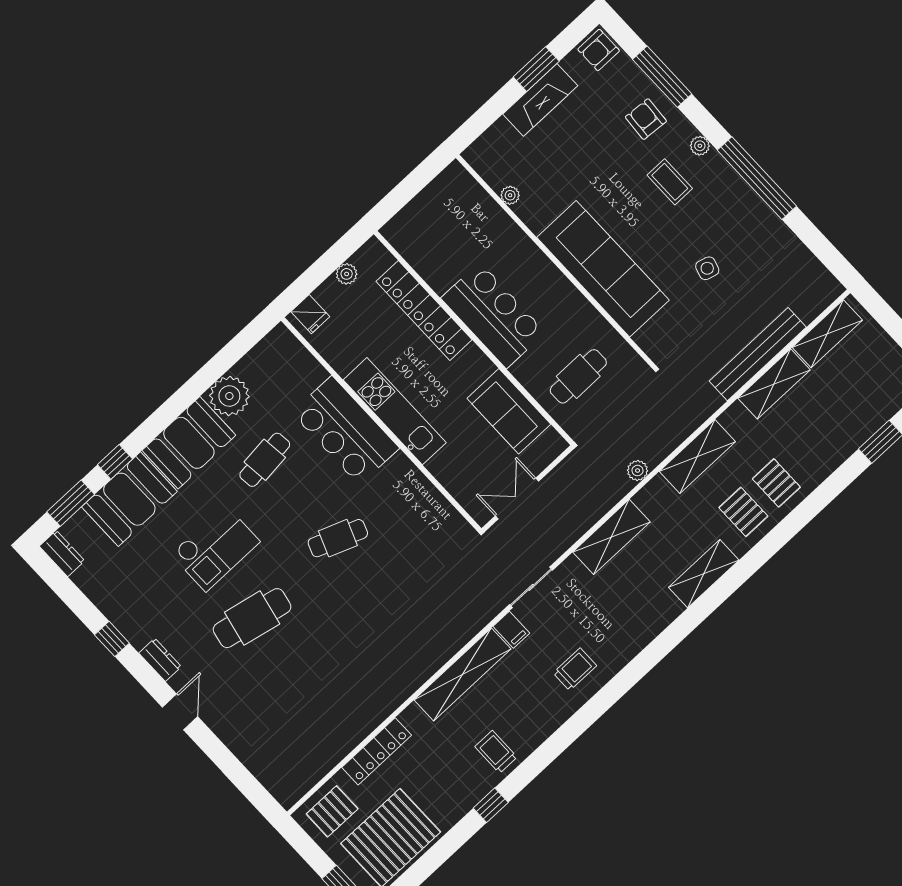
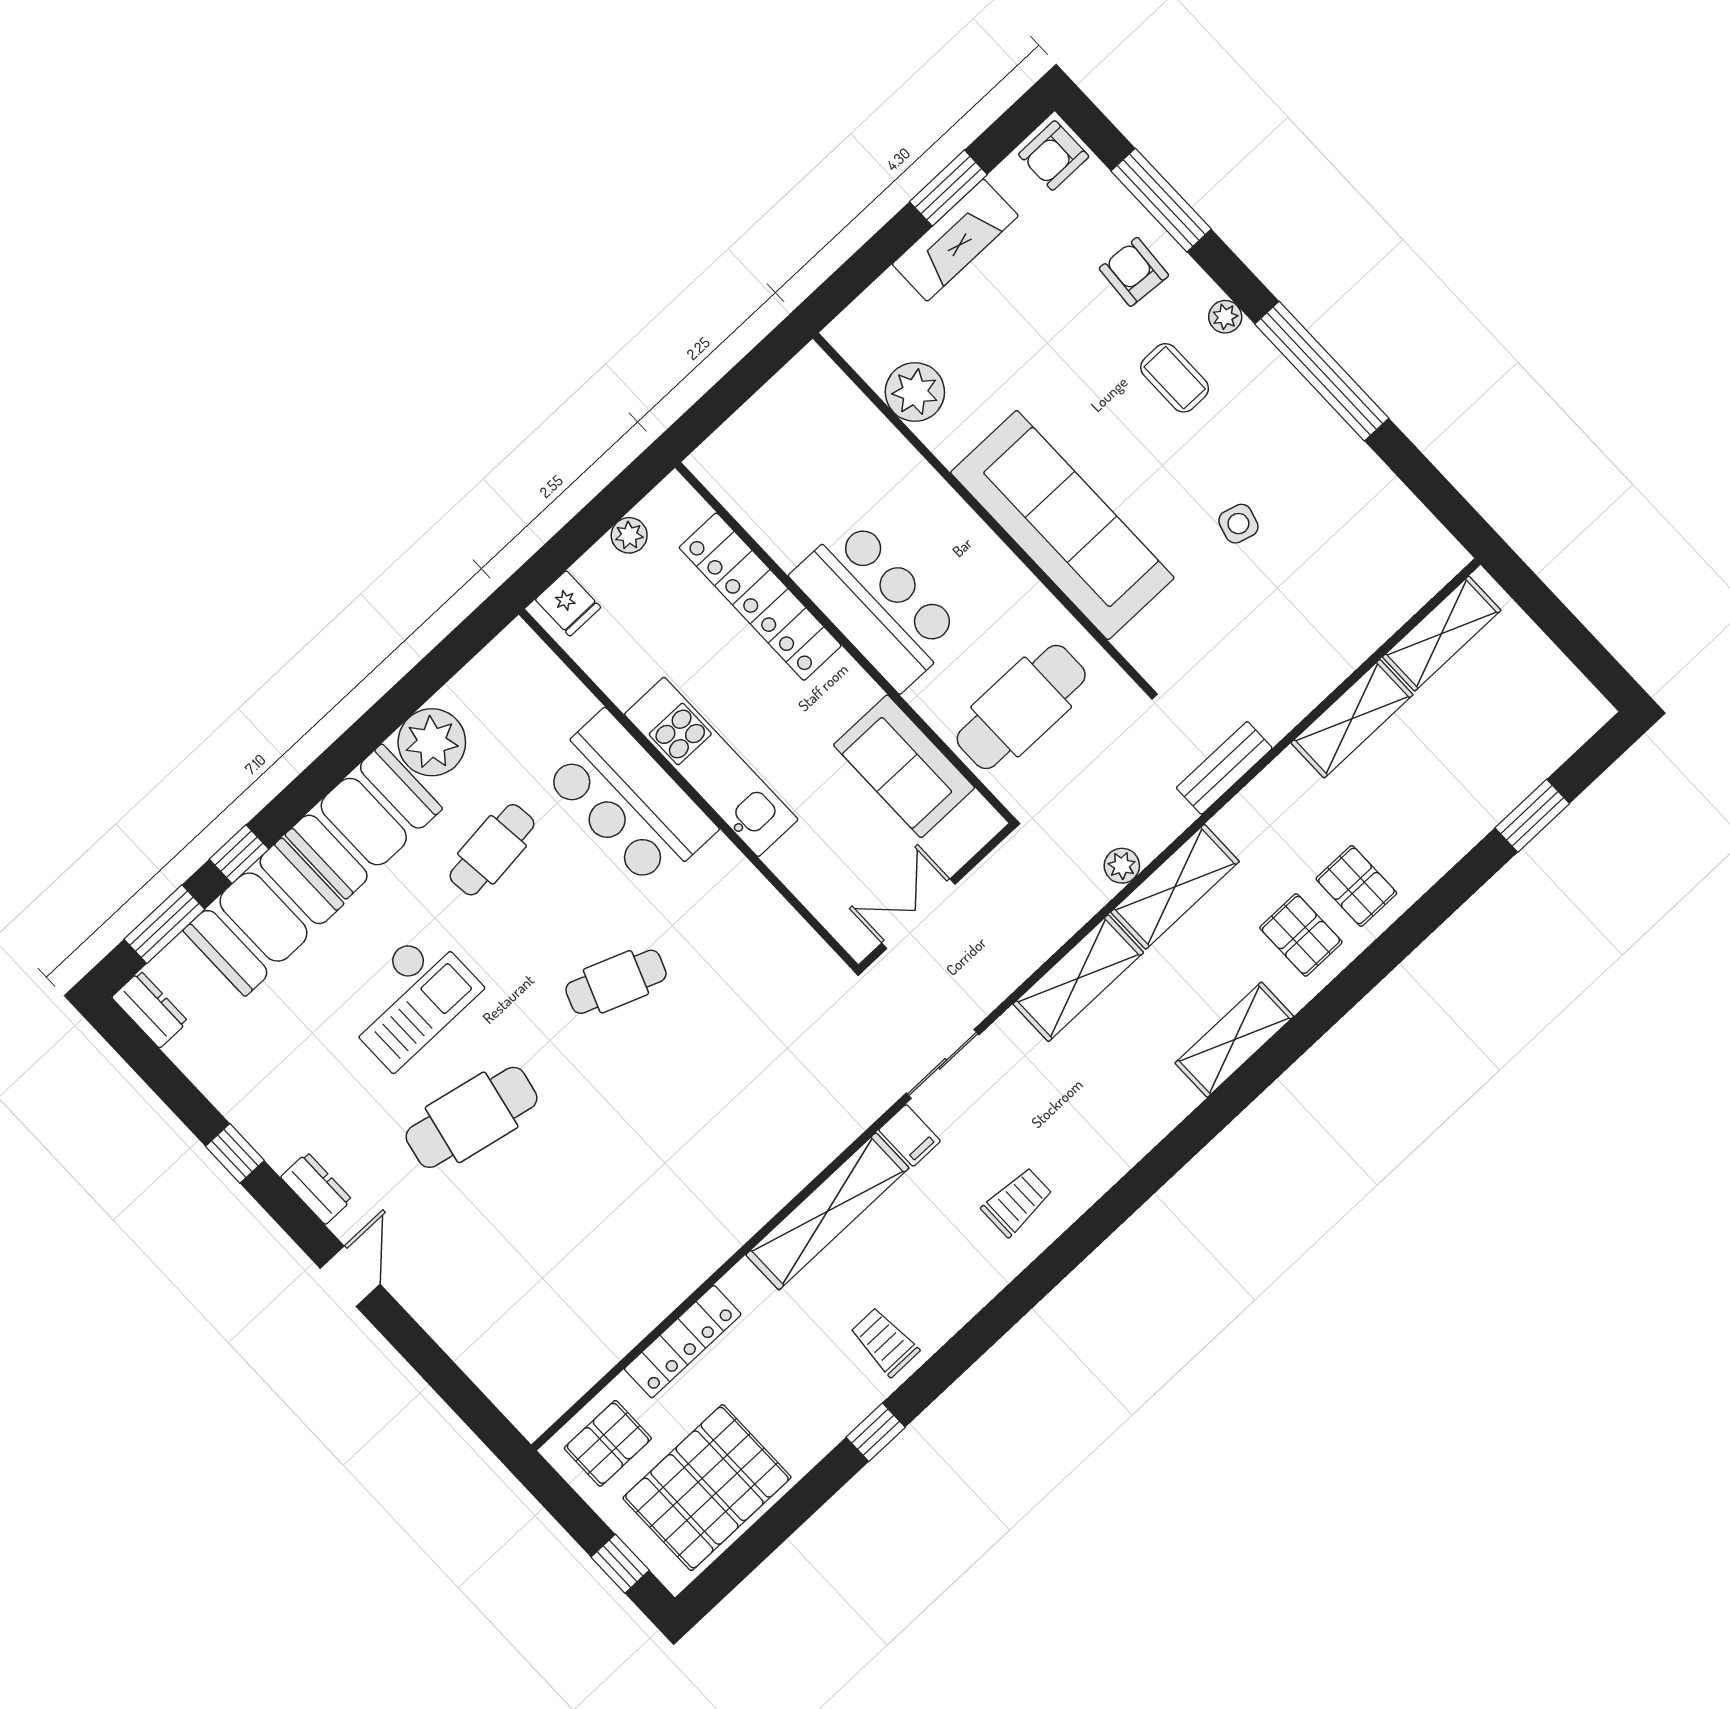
plant: (510, 195) -> (915, 392), width x1.87, depth x1.87
bench: (758, 354) -> (1224, 768), moved, width x0.54, depth x0.82
cafe table: (578, 376) -> (1021, 707), width x1.37, depth x1.35
shelving: (697, 457) -> (1175, 887), moved

